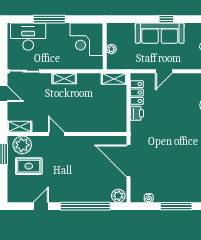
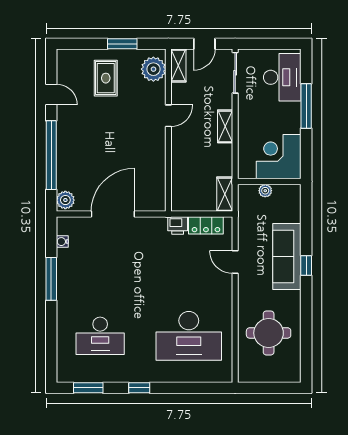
shelving: (20, 127) -> (178, 65), moved
door: (56, 134) -> (168, 116), moved
wall: (67, 134) -> (168, 130), moved
plant: (22, 145) -> (153, 69), moved

